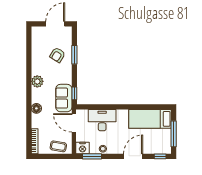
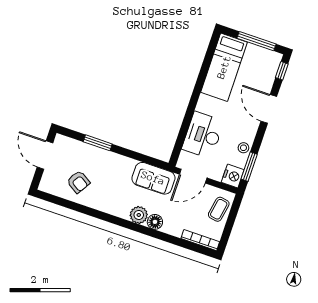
armchair: (57, 55) -> (78, 182), moved
plant: (37, 81) -> (139, 215), moved
window: (74, 93) -> (152, 161), removed

